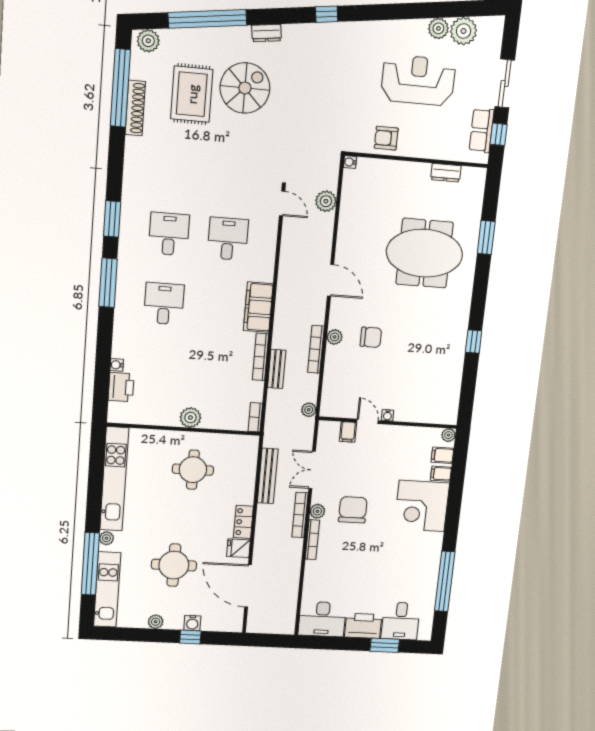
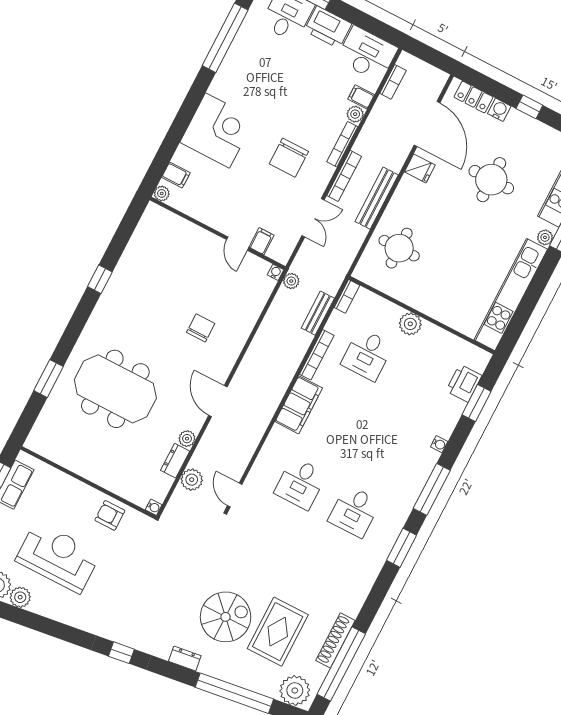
plant: (148, 41) -> (295, 690), width x1.36, depth x1.36
reception desk: (418, 80) -> (58, 557), turned 180
spiral stairs: (245, 88) -> (226, 617), turned 180
armchair: (386, 138) -> (110, 515), turned 180
dresser: (446, 173) -> (175, 461), moved, turned -90
desk: (164, 304) -> (367, 355), moved
plant: (335, 337) -> (187, 439), moved
chair: (371, 337) -> (201, 328), turned 90
bookcase: (316, 349) -> (393, 82), moved, width x0.64
water cooler: (117, 365) -> (439, 444), moved
bench: (277, 369) -> (318, 313), moved
window: (102, 375) -> (477, 403), added
water cooler: (387, 415) -> (275, 272), moved
round table: (193, 470) -> (399, 248), moved
filing cabinet: (441, 474) -> (361, 97), moved, turned 180
bench: (268, 476) -> (377, 198), moved
plant: (317, 511) -> (355, 114), moved
locker: (243, 522) -> (474, 97), moved, turned 90
plant: (156, 622) -> (535, 128), removed
window: (190, 637) -> (529, 107), moved

